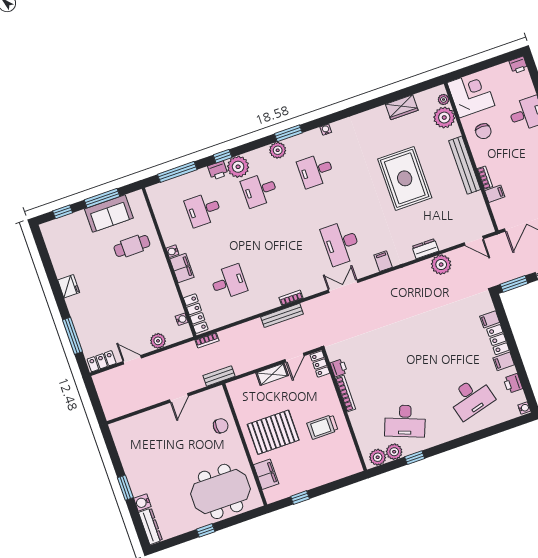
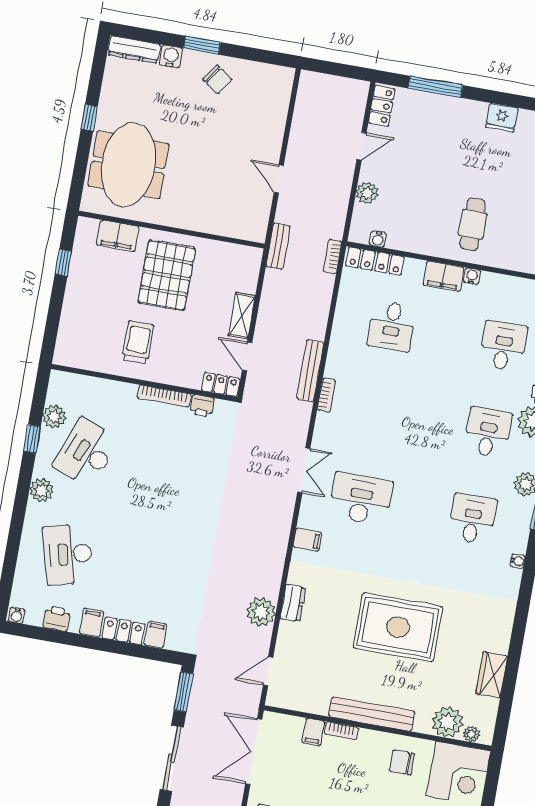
cafe table: (132, 246) -> (473, 224), moved
chair: (221, 426) -> (217, 80), moved, turned -55
plant: (378, 457) -> (42, 490), moved

